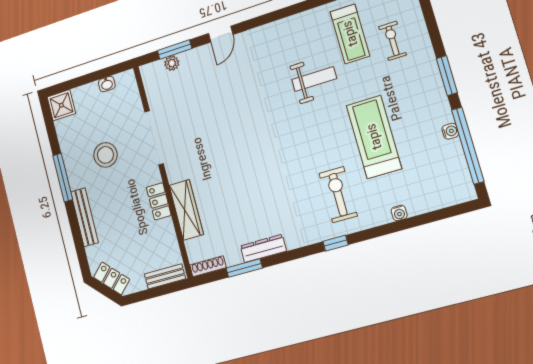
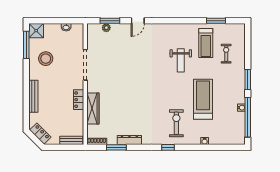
weight bench: (314, 79) -> (181, 60), turned 90
stool: (105, 155) -> (46, 59), moved
window: (63, 178) -> (26, 45), moved

